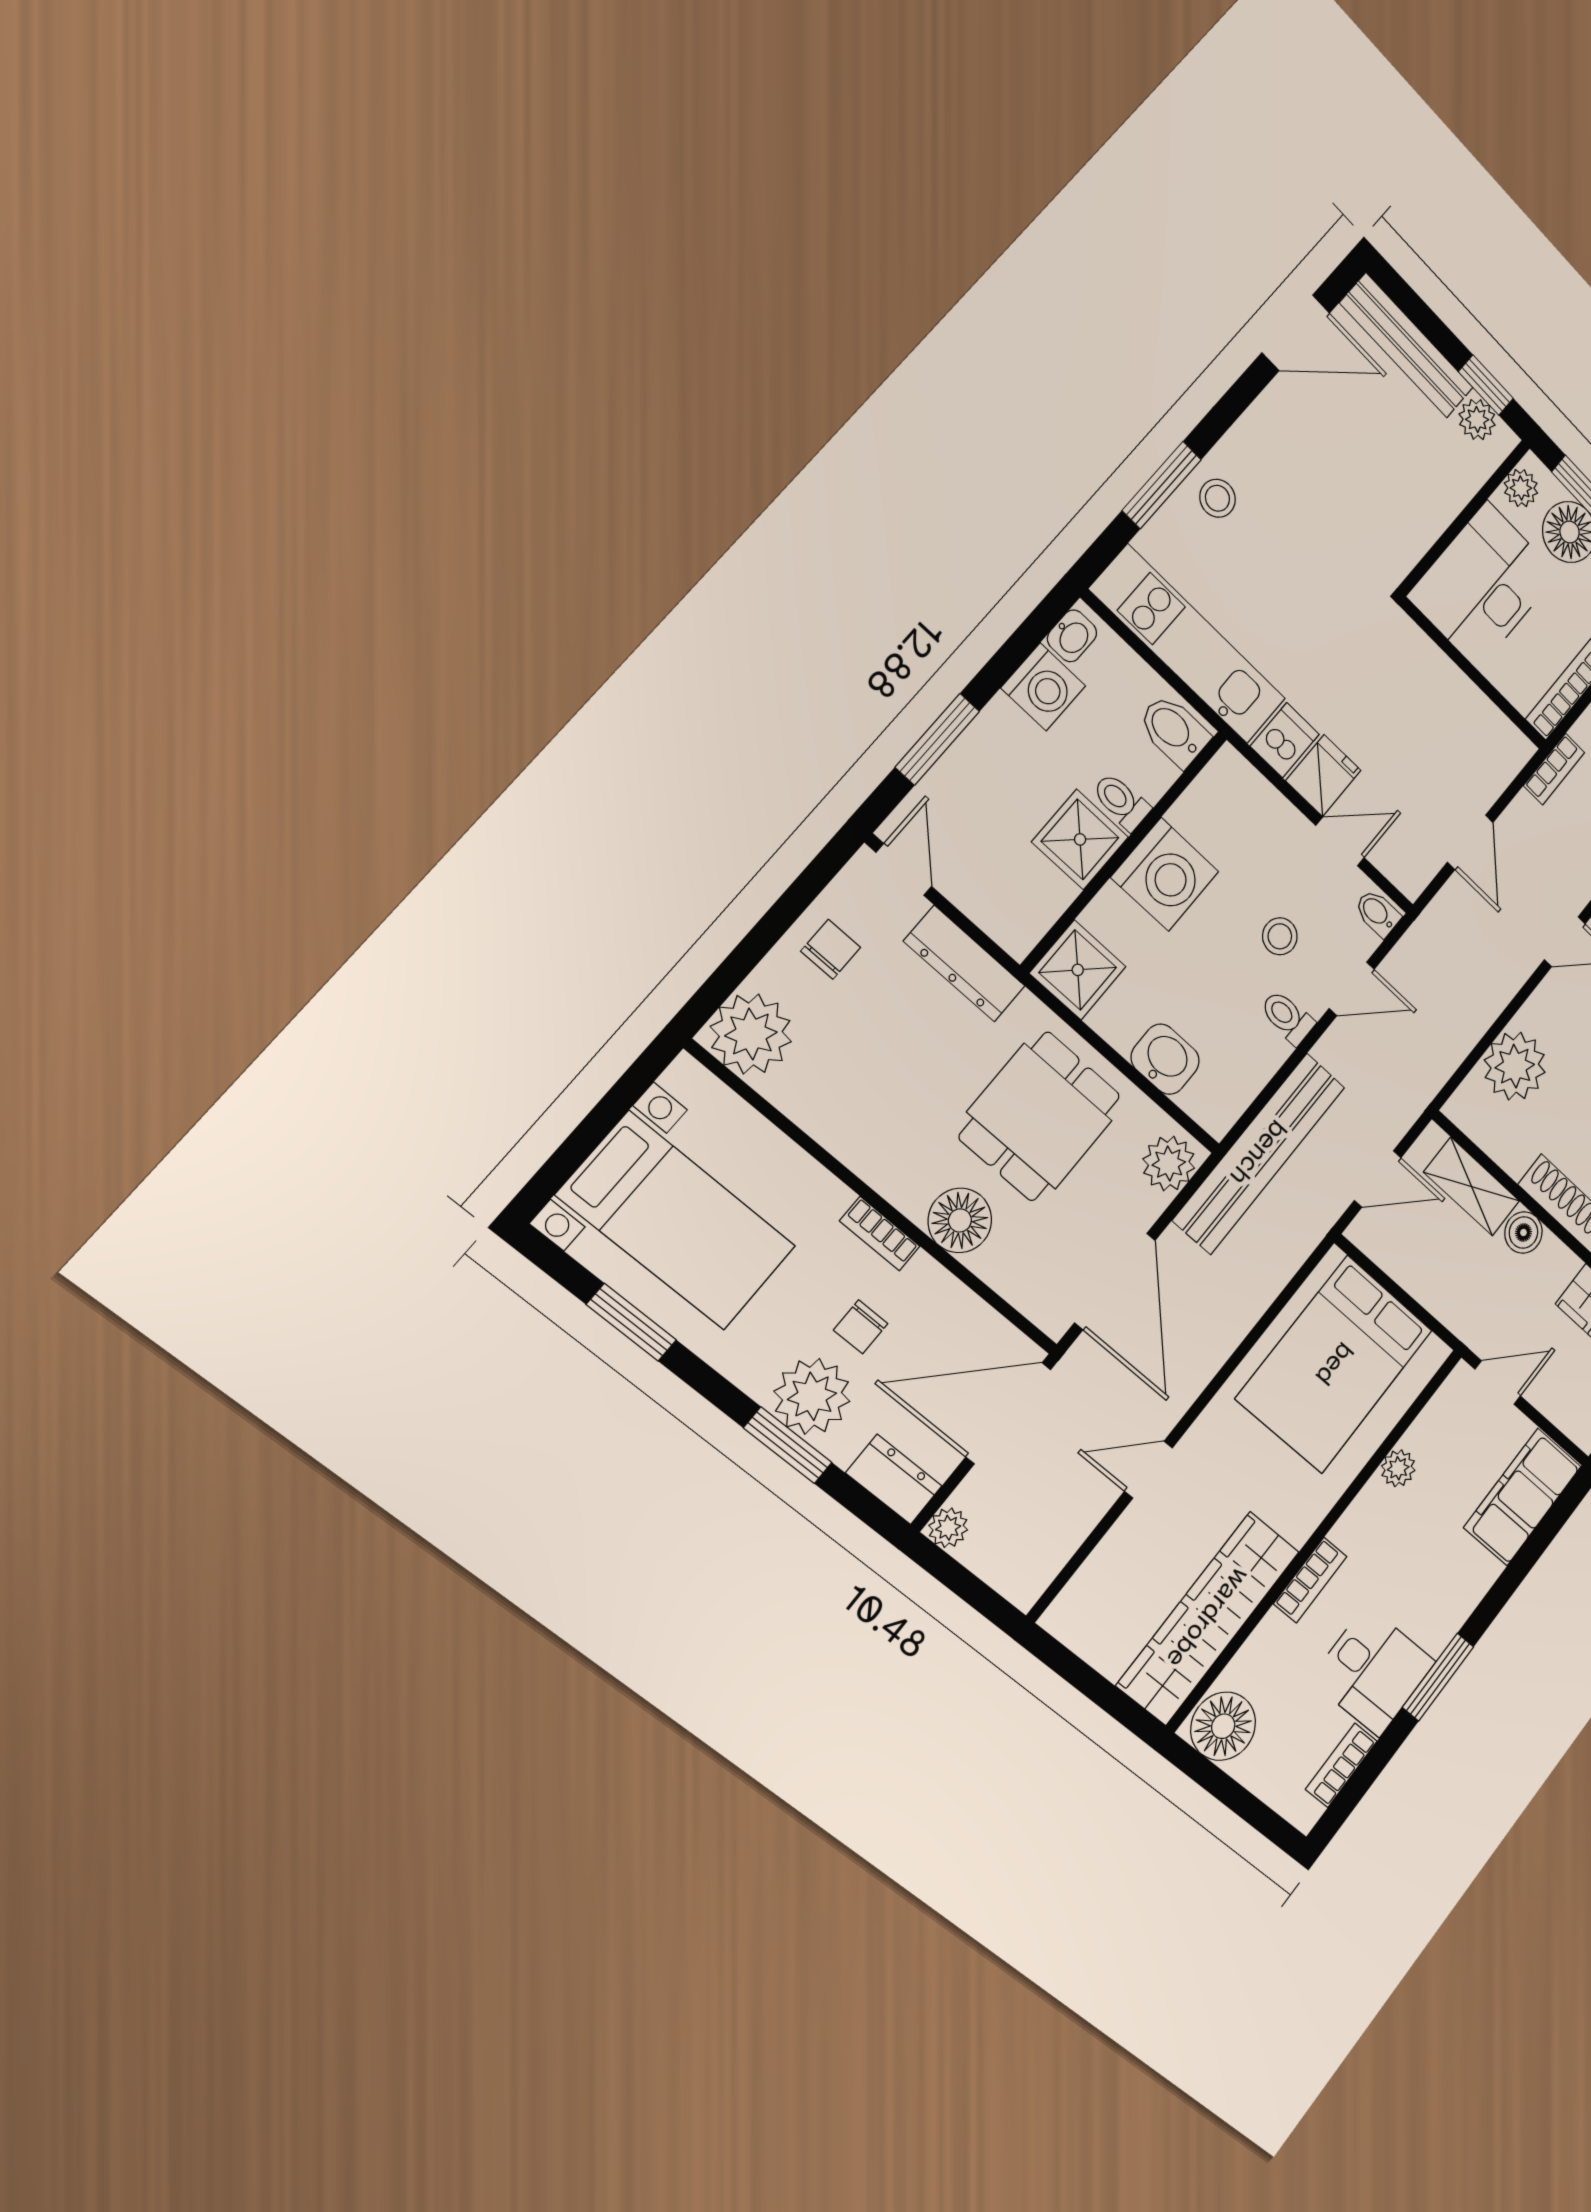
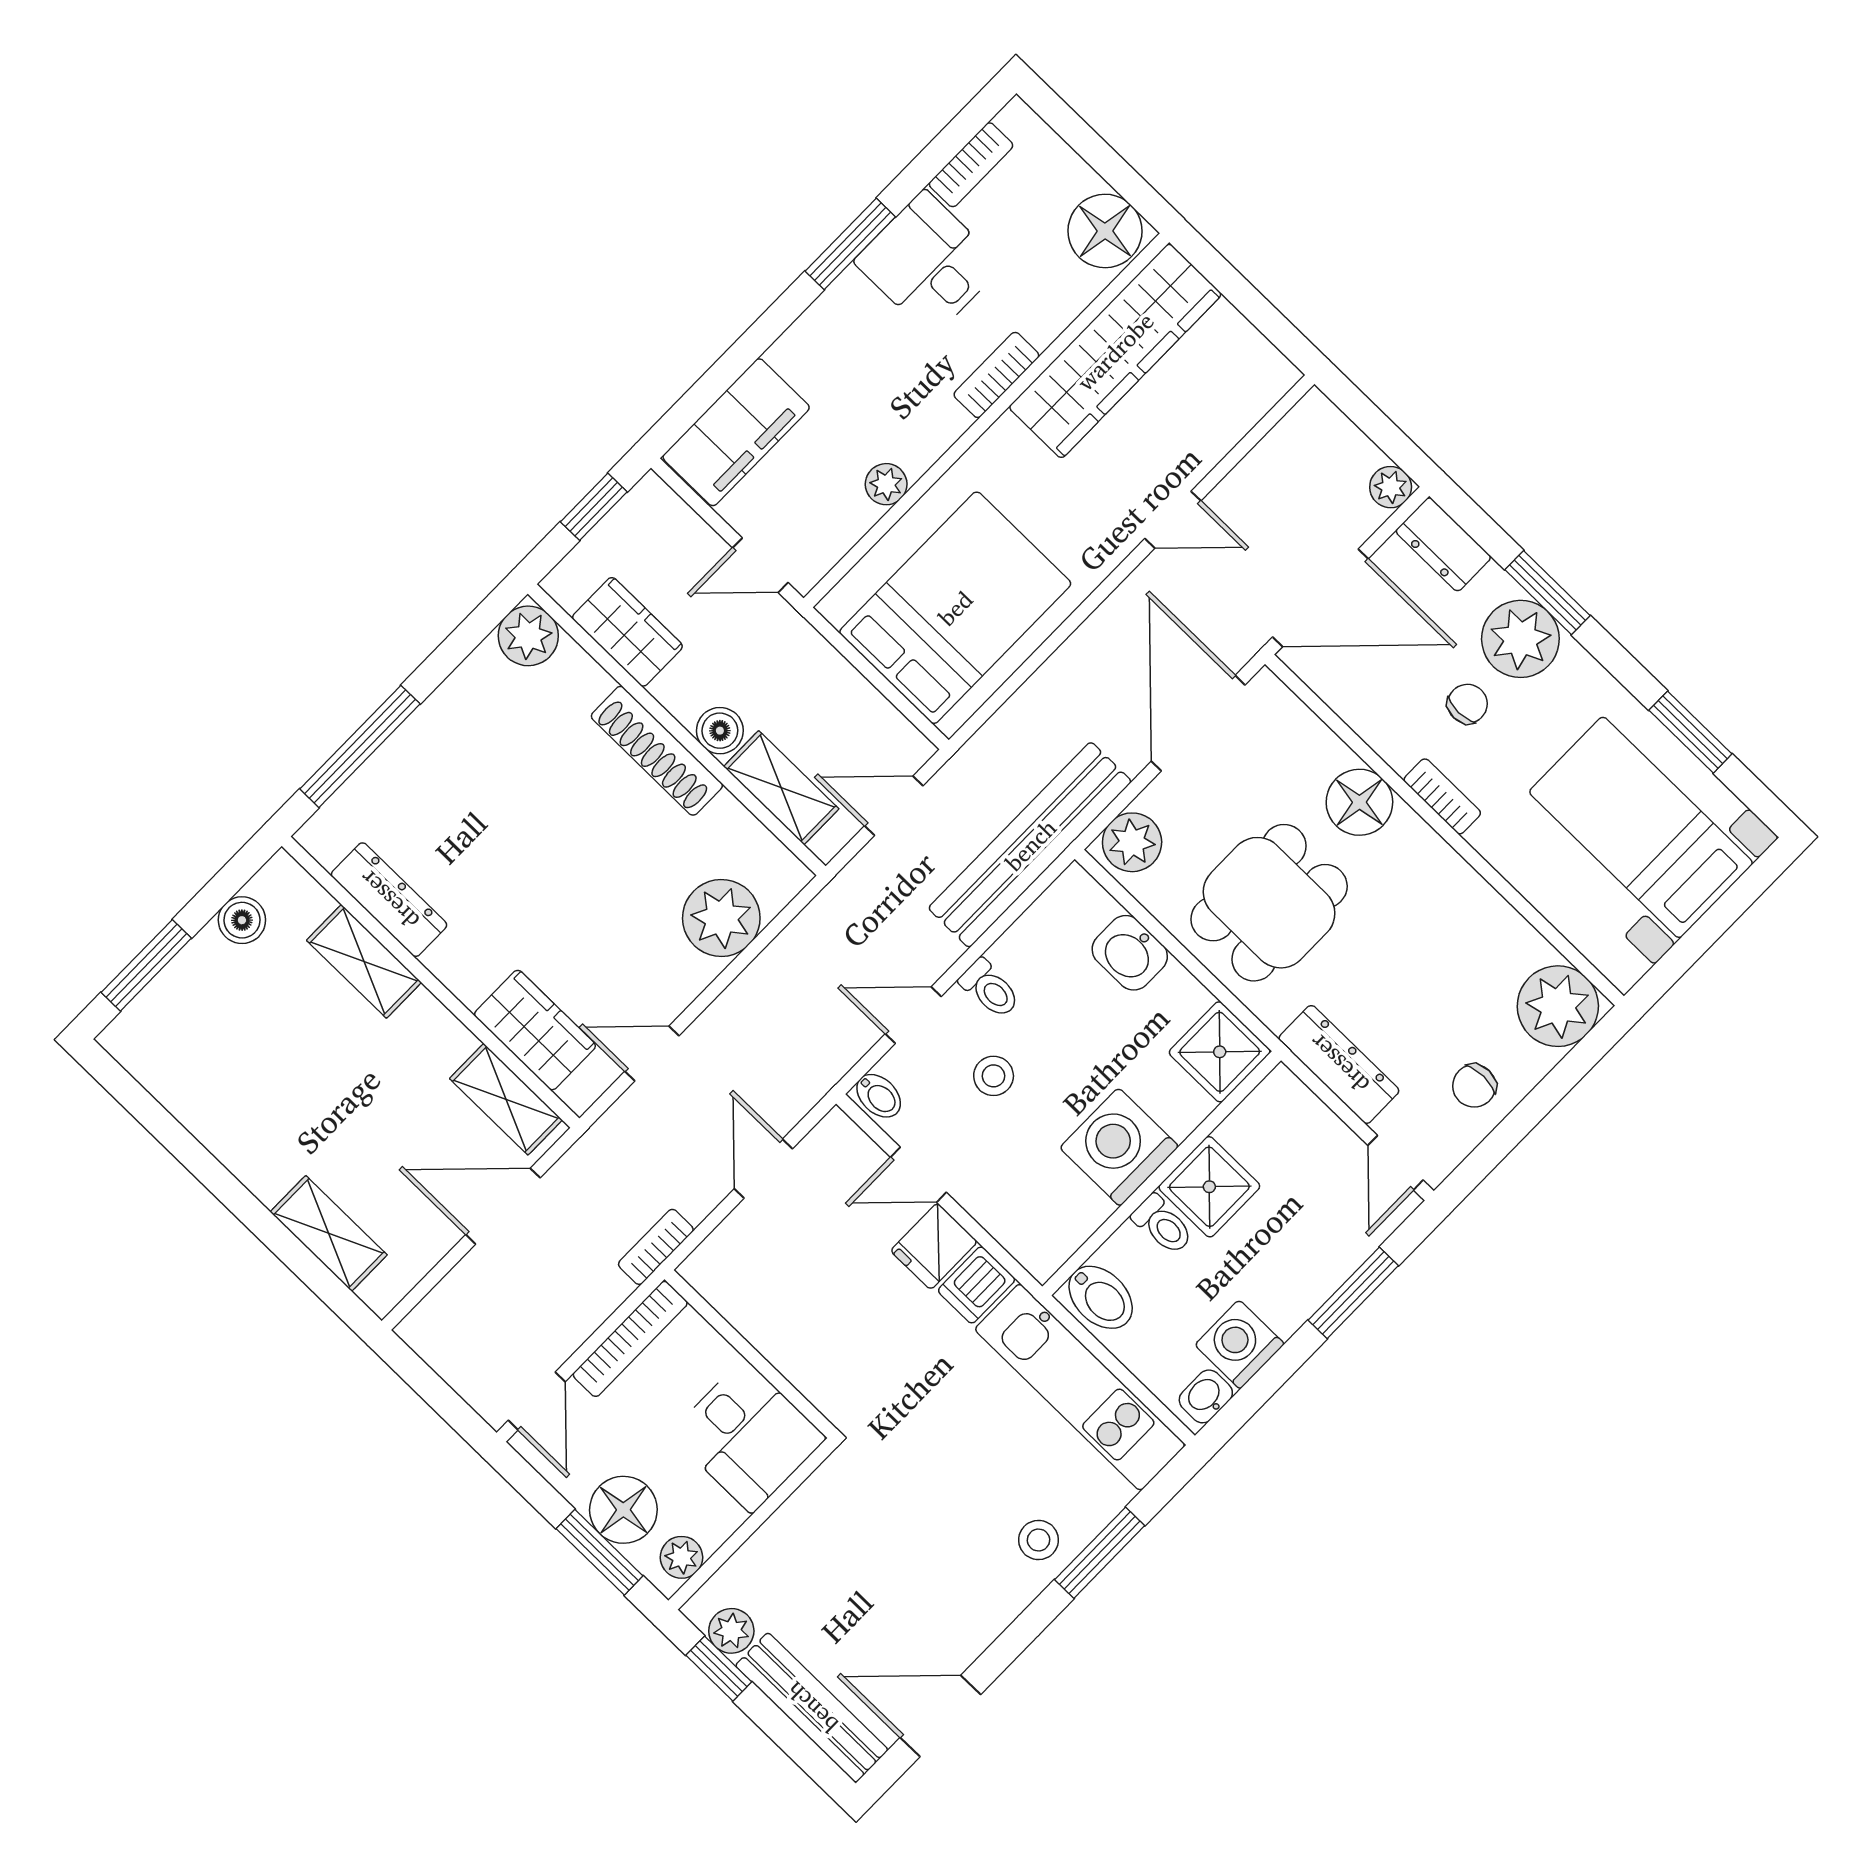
desk: (1483, 585) -> (748, 1436), width x0.73

